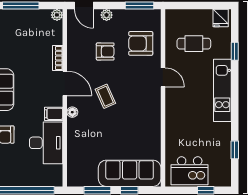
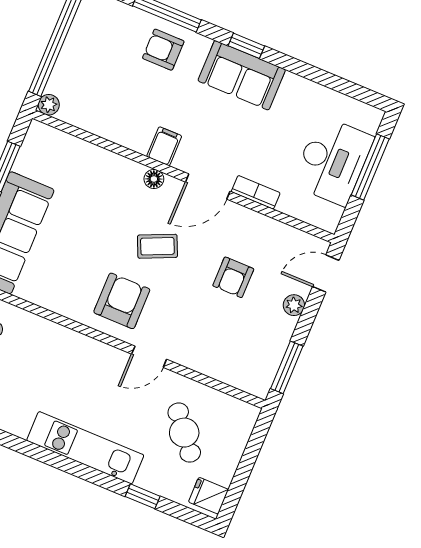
plant: (57, 15) -> (49, 105), moved
armchair: (141, 43) -> (122, 301), moved
cafe table: (194, 44) -> (184, 433), turned -39
desk: (46, 143) -> (333, 161), moved, turned -90

